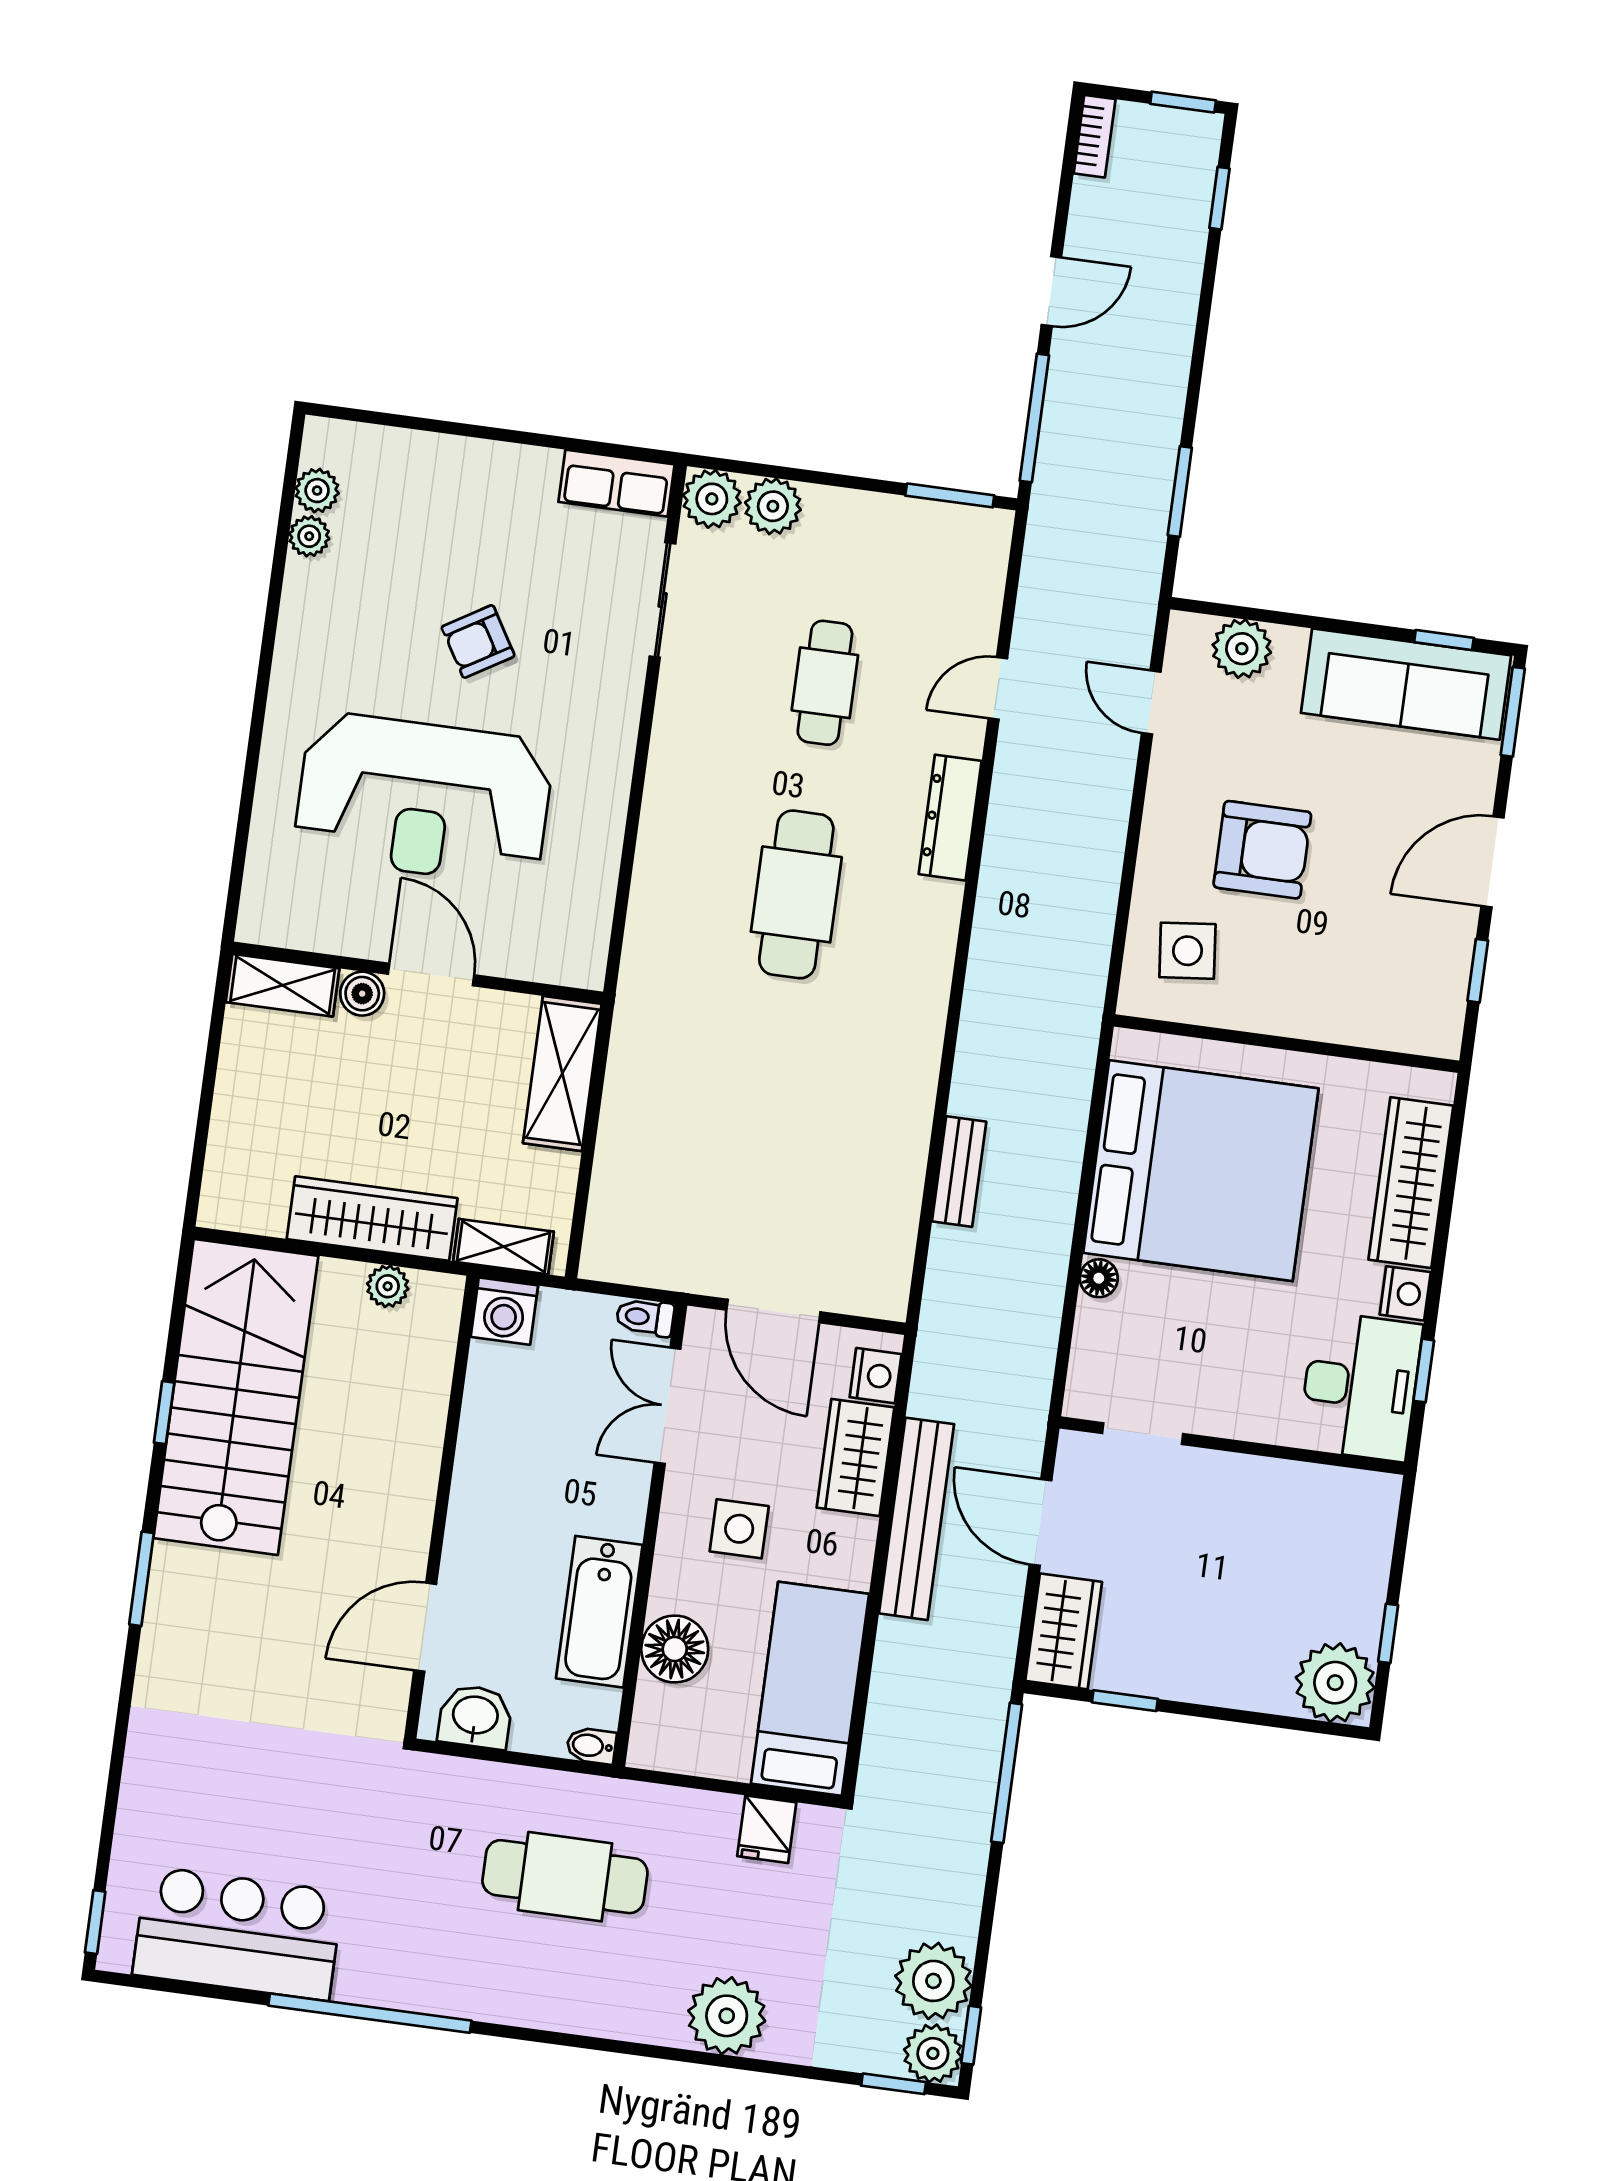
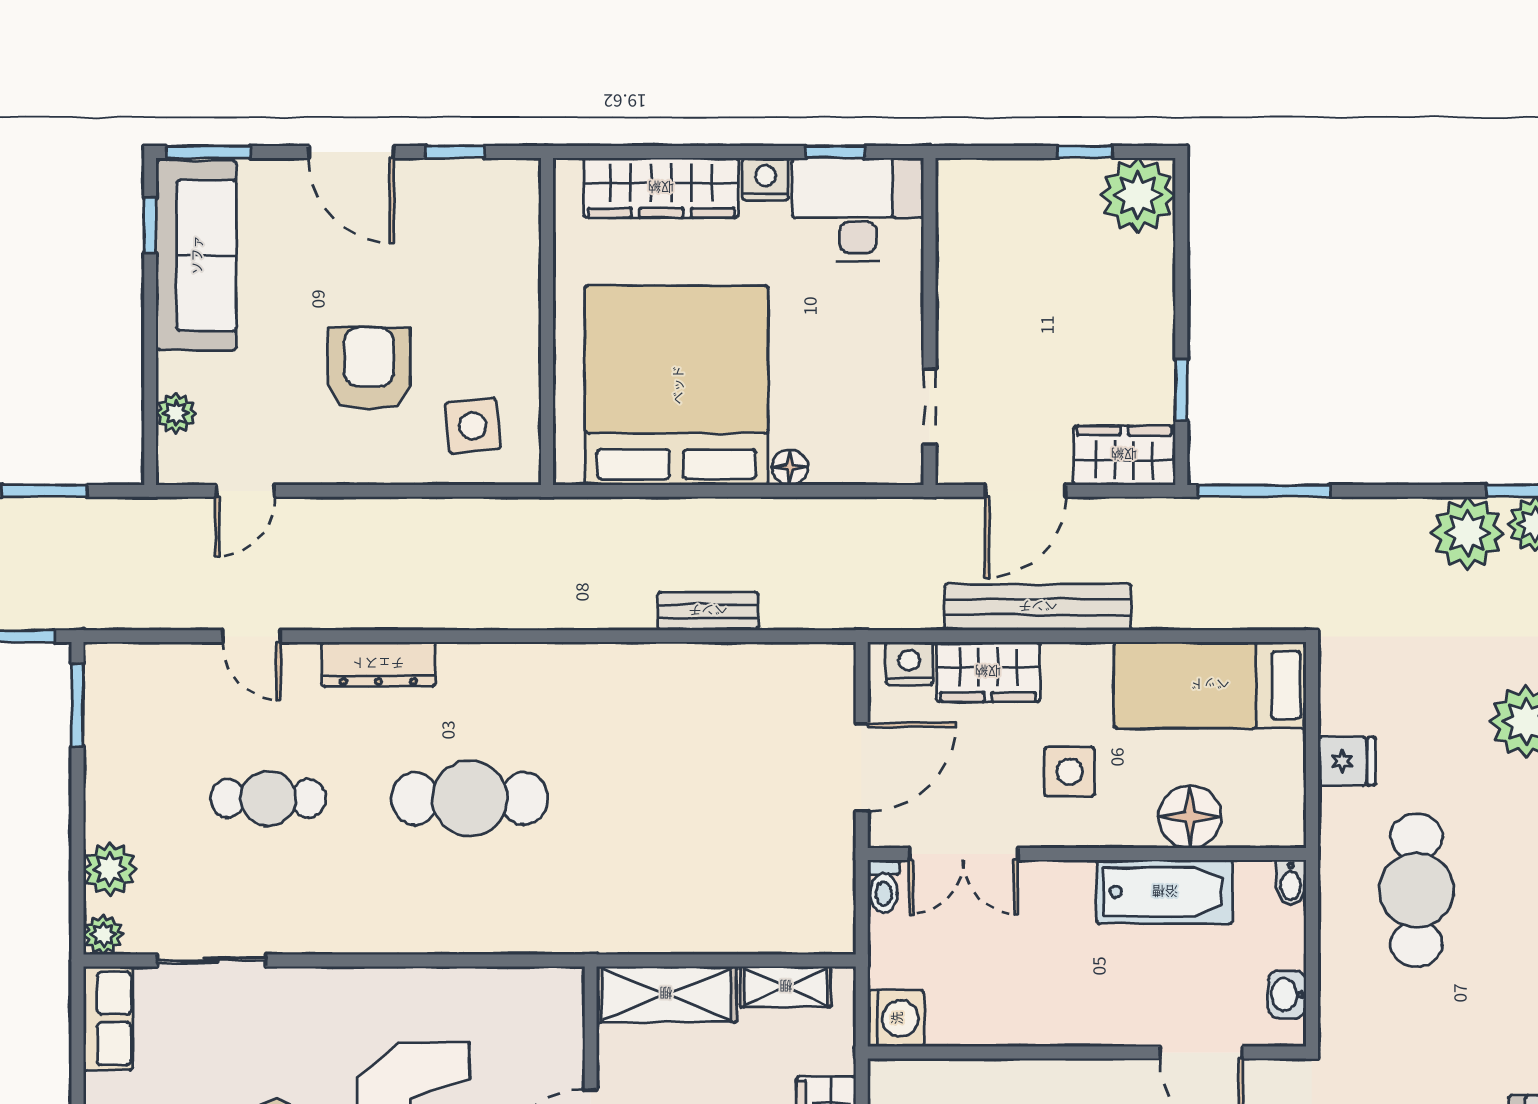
plant: (712, 499) -> (103, 935), width x0.73, depth x0.73
plant: (1242, 649) -> (176, 413), width x0.73, depth x0.73
shelving: (503, 1247) -> (786, 987), moved, turned 90
washbasin: (475, 1717) -> (1287, 995), width x0.72, depth x0.69
fridge: (767, 1829) -> (1347, 761), moved

